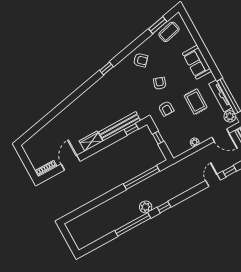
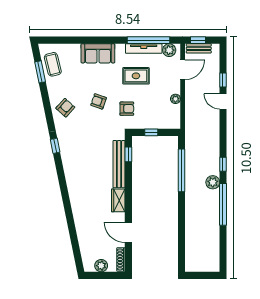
plant: (33, 156) -> (101, 266), added

